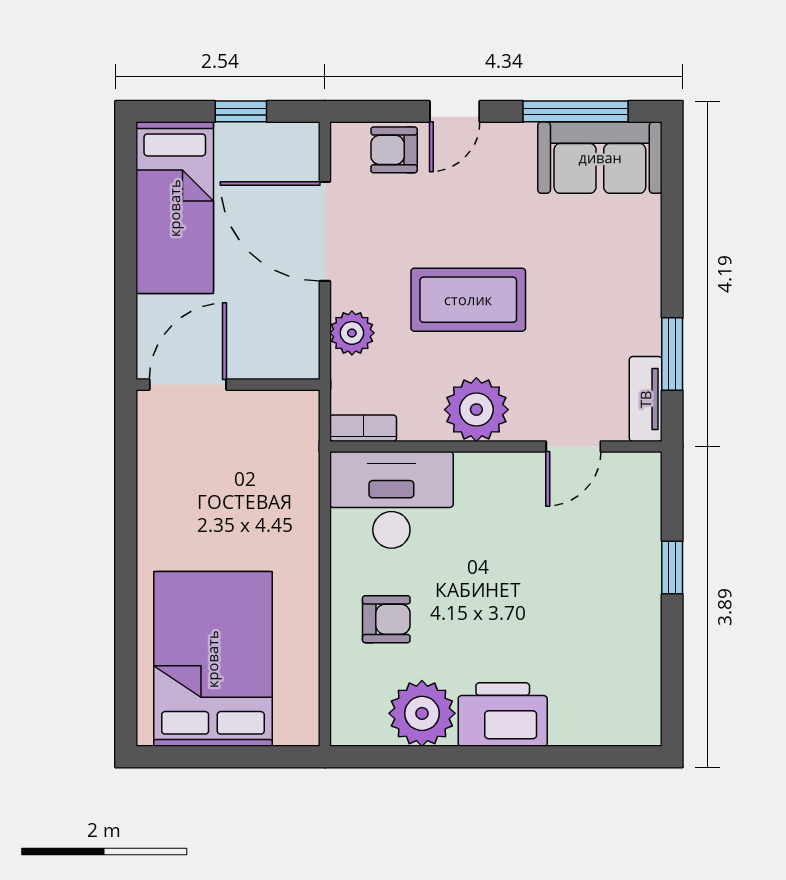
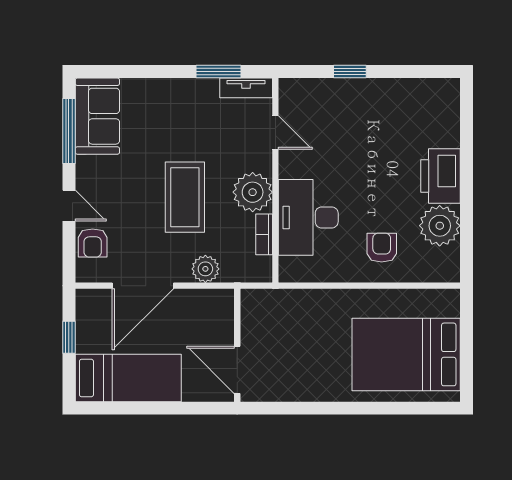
bookcase: (363, 428) -> (264, 234), moved
desk: (391, 500) -> (308, 217), moved

